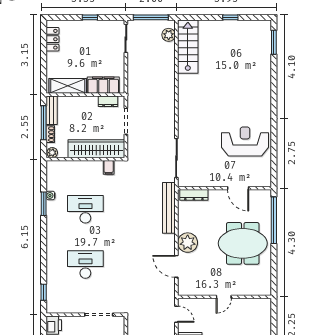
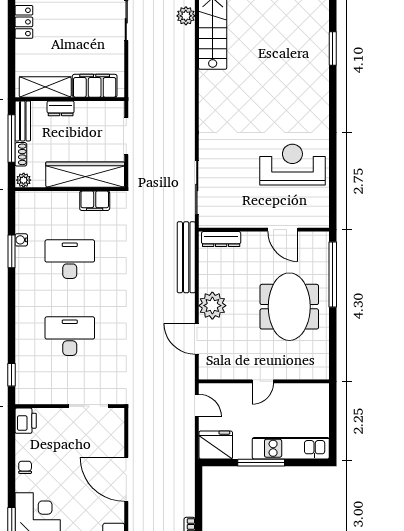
window: (274, 42) -> (333, 48), moved
dresser: (108, 101) -> (61, 108), moved
filing cabinet: (109, 167) -> (95, 201), width x2.00
meeting table: (243, 243) -> (289, 307), turned 90

